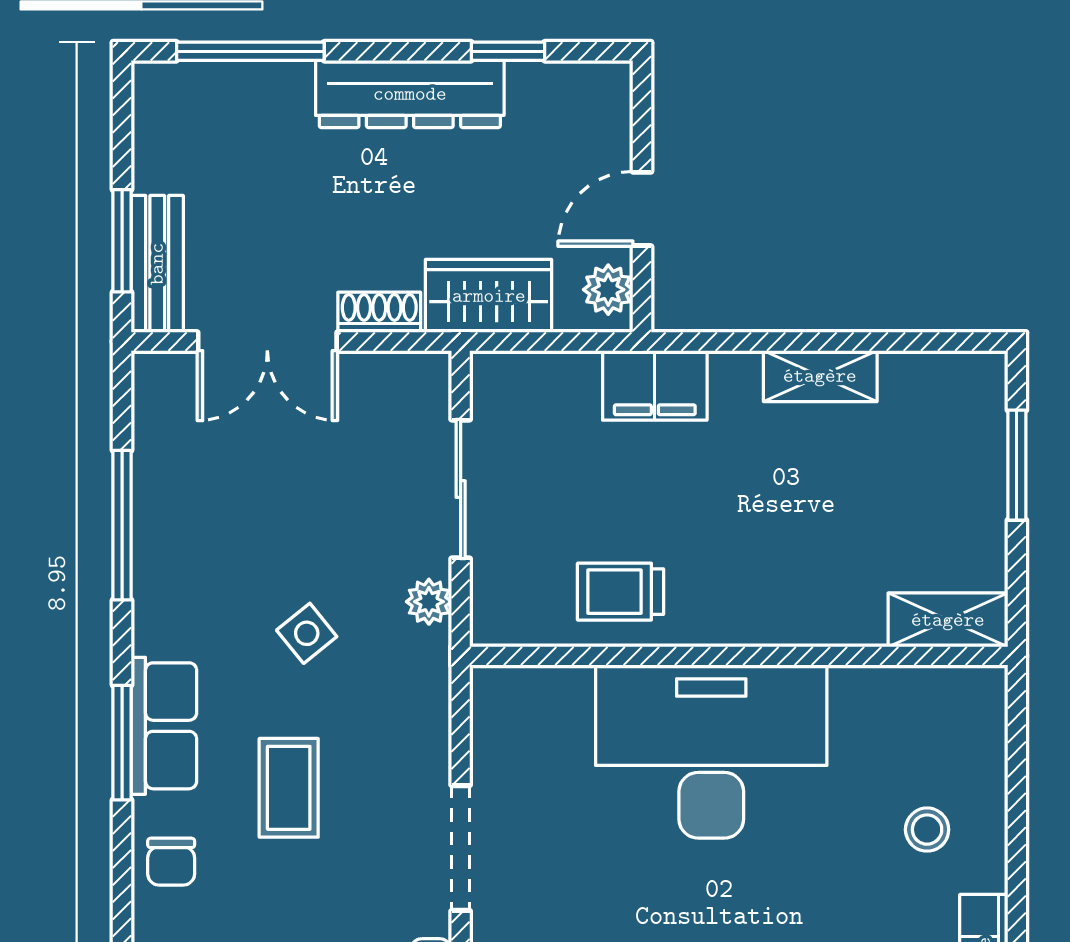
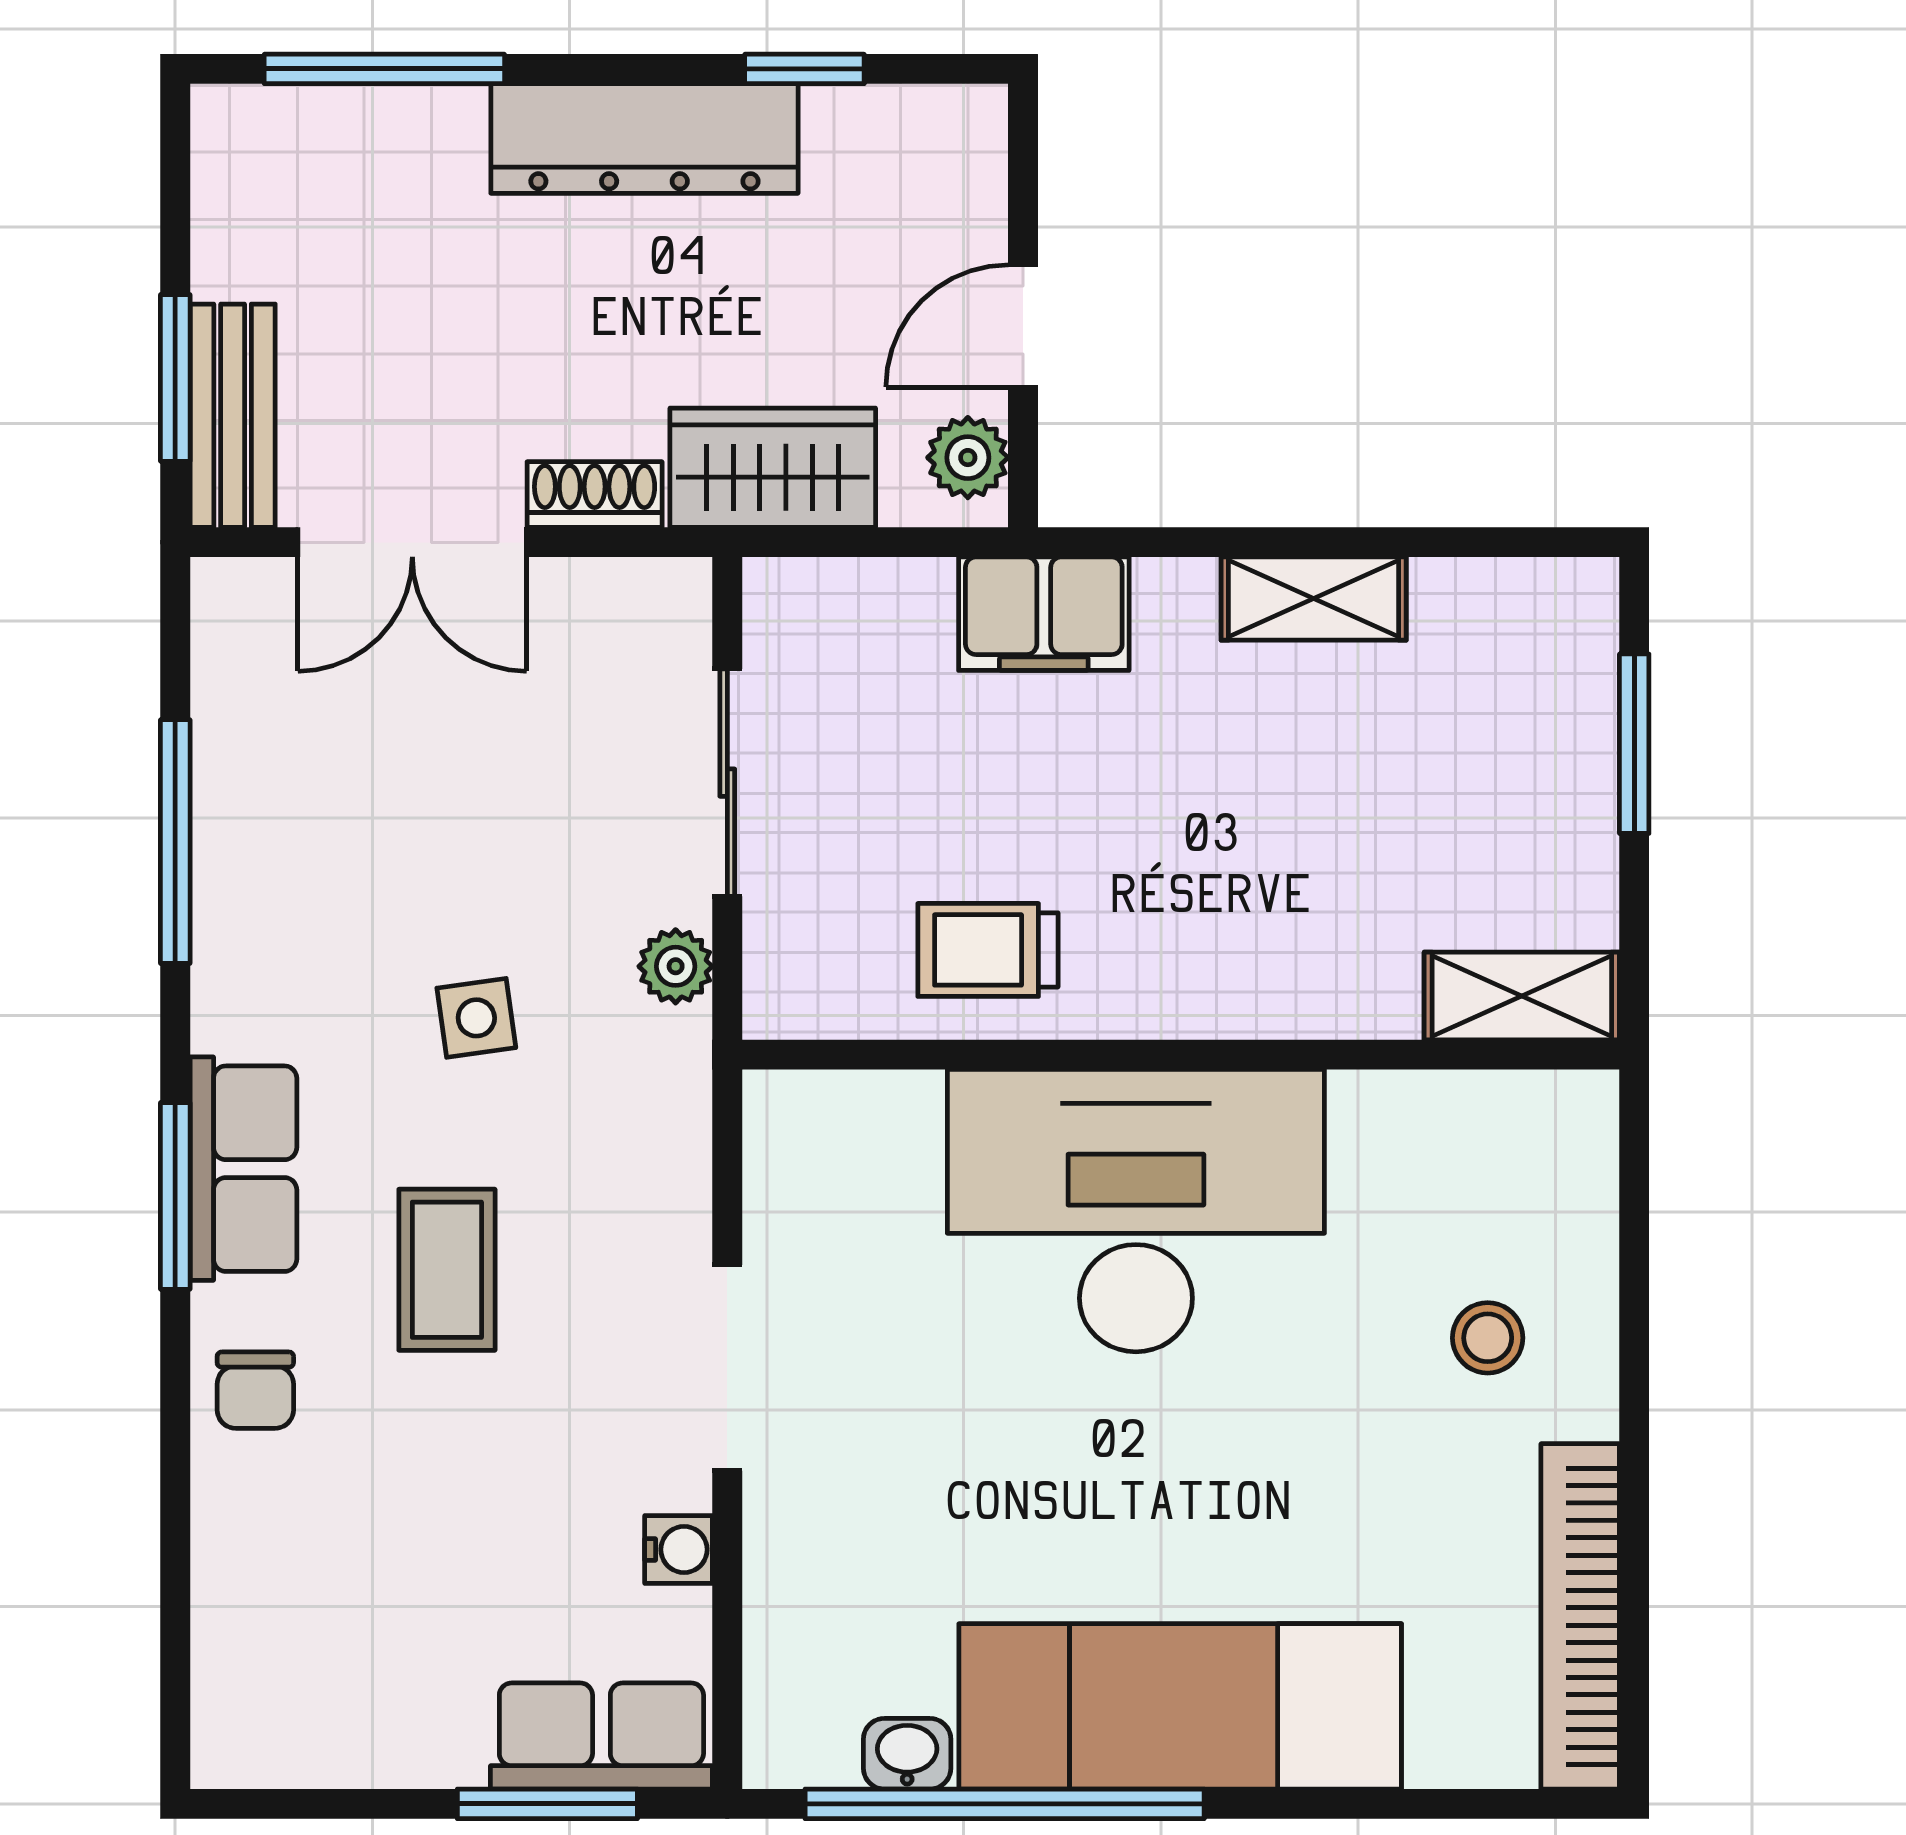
side table: (307, 633) -> (476, 1018), turned 31

